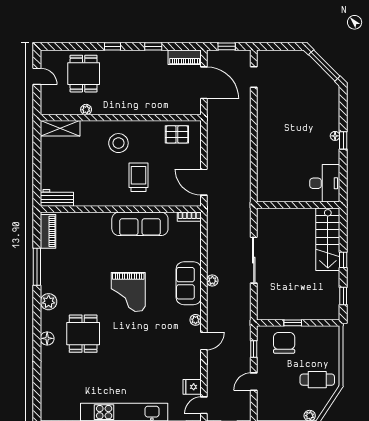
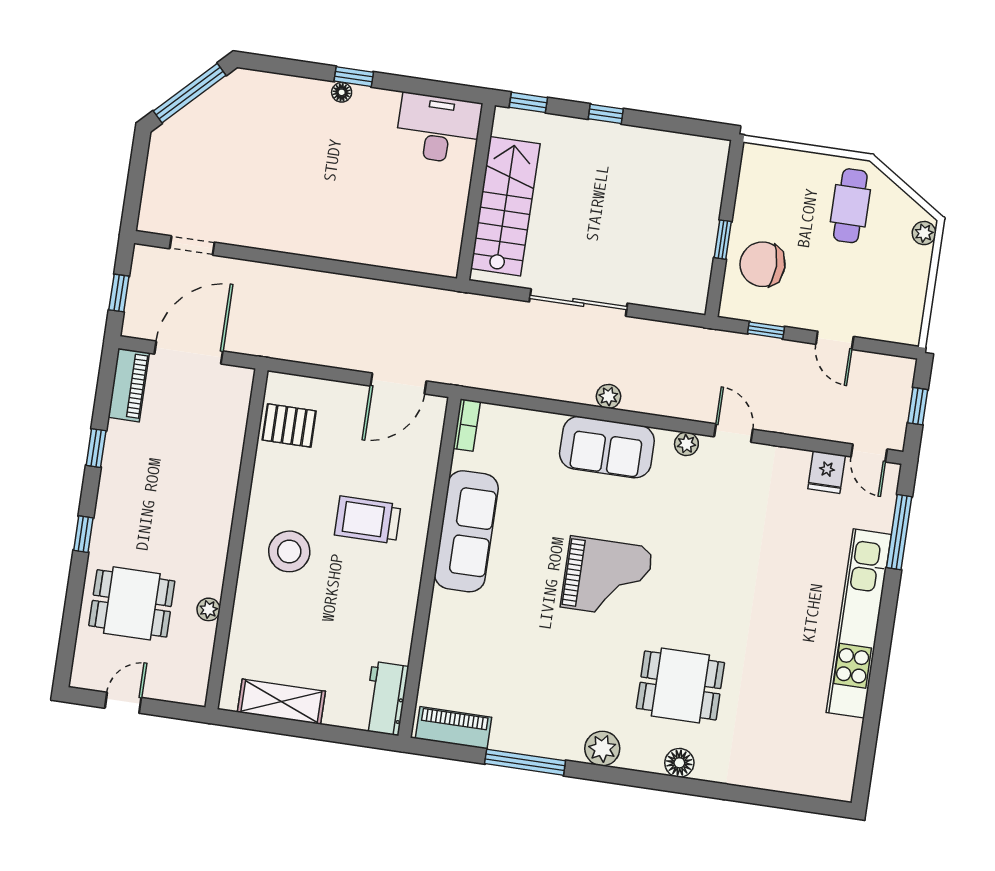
shelving: (60, 128) -> (281, 702), moved, turned 90
pallet: (177, 134) -> (289, 425), turned 90
stairs: (328, 239) -> (505, 206), moved, turned -90
window: (343, 296) -> (528, 102), moved

